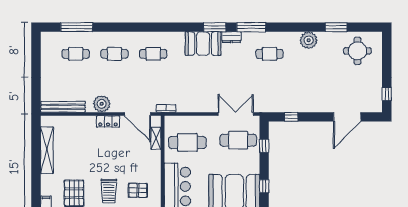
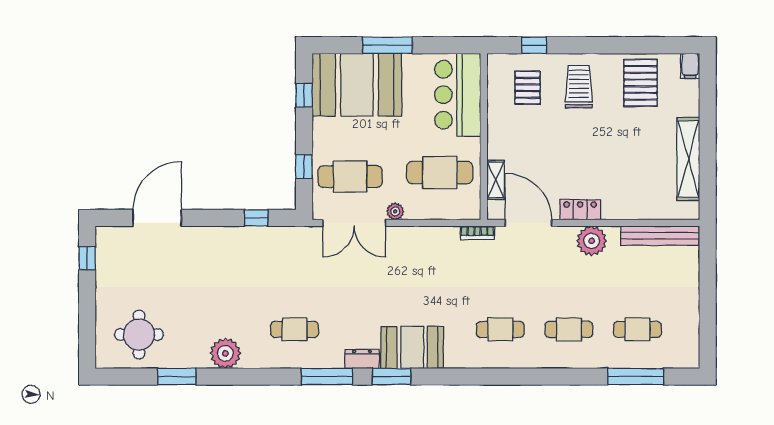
plant: (213, 120) -> (395, 211), added
pallet: (138, 190) -> (528, 88), turned 90

